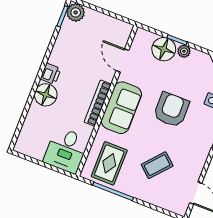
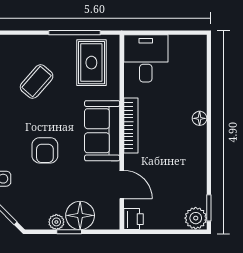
printer: (51, 74) -> (133, 219), moved, turned 180
floor lamp: (46, 95) -> (200, 118), width x0.53, depth x0.53
armchair: (171, 110) -> (45, 150), width x0.72, depth x0.72

